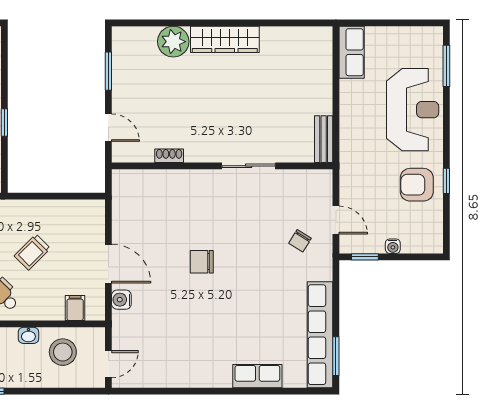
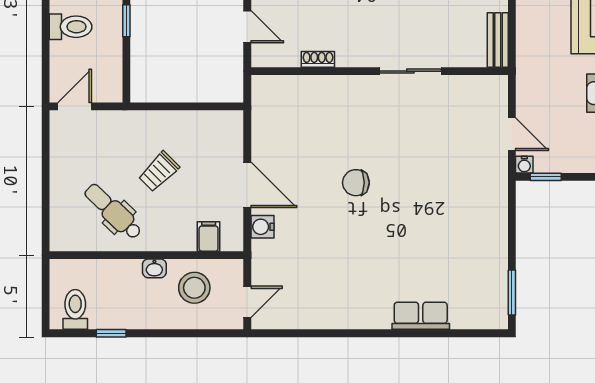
chair: (300, 241) -> (470, 158), removed
water cooler: (393, 246) -> (524, 165), moved
row of seats: (320, 335) -> (493, 268), removed

